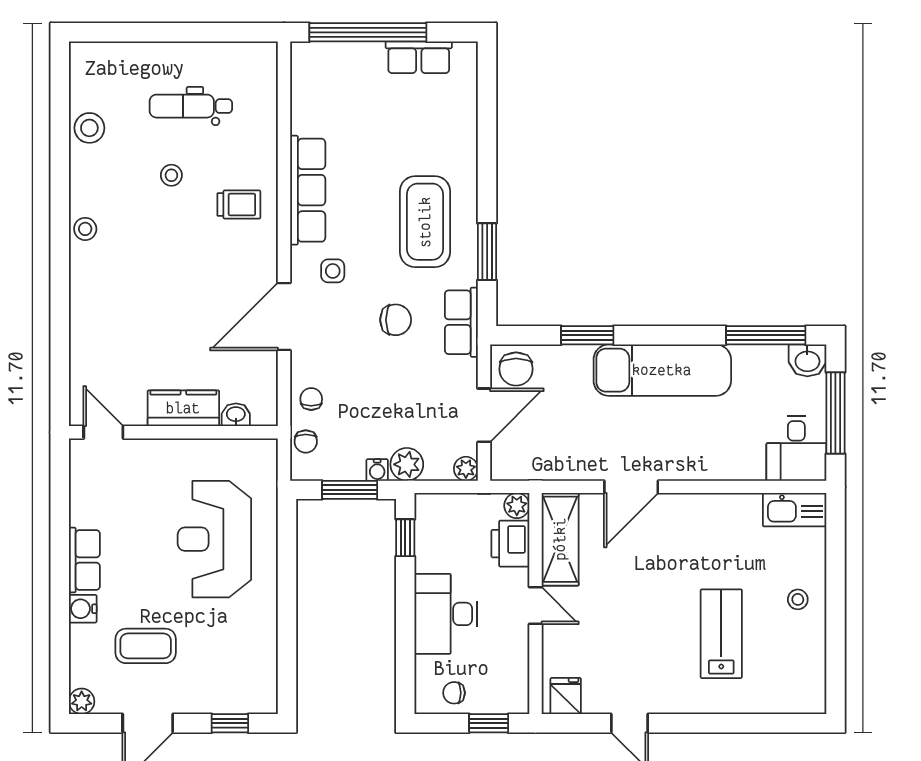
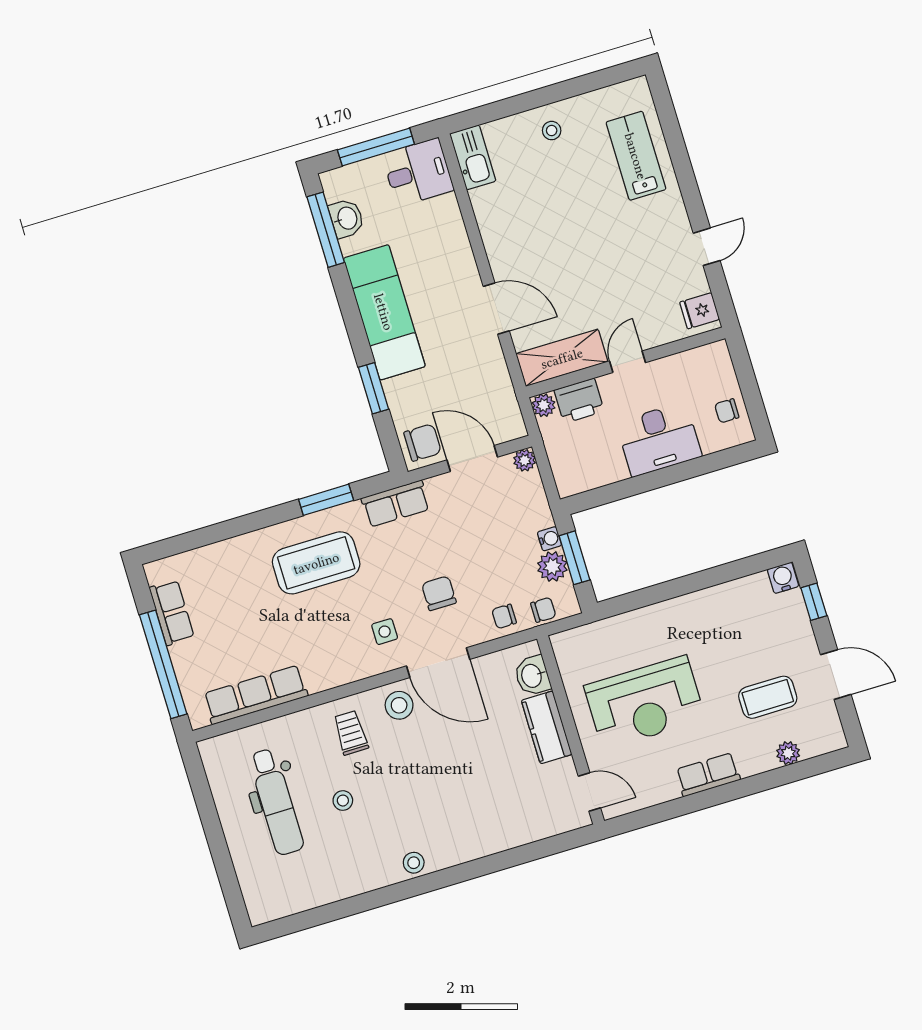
dental chair: (191, 106) -> (276, 802), width x1.36, depth x1.38
stool: (89, 128) -> (399, 705), moved
row of seats: (308, 190) -> (256, 695), moved
chair: (396, 320) -> (439, 593), moved
washbasin: (807, 360) -> (347, 218), moved
washbasin: (236, 415) -> (532, 676), width x1.38, depth x1.45
door: (103, 432) -> (589, 792), swing flipped
plant: (407, 464) -> (552, 567), moved
window: (405, 538) -> (602, 496), removed
reception desk: (214, 539) -> (645, 703), moved
water cooler: (83, 609) -> (783, 578), moved, turned 180
lab bench: (721, 634) -> (636, 156), moved, turned 90
coffee table: (146, 646) -> (768, 697), turned 90
chair: (454, 693) -> (727, 411), turned 90
plant: (82, 701) -> (788, 753), moved
window: (489, 723) -> (744, 372), removed

